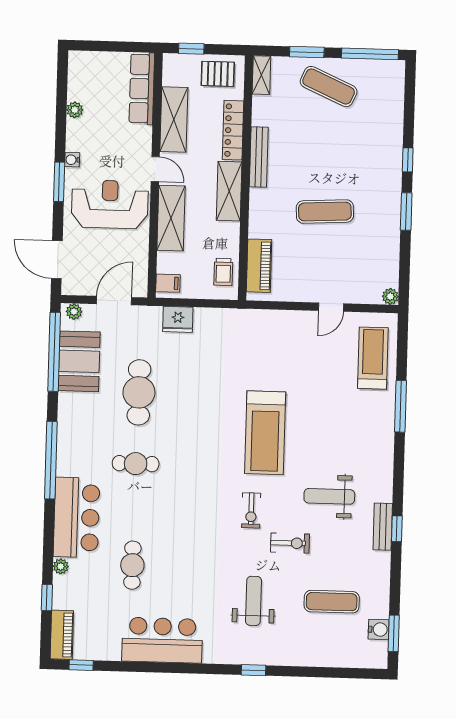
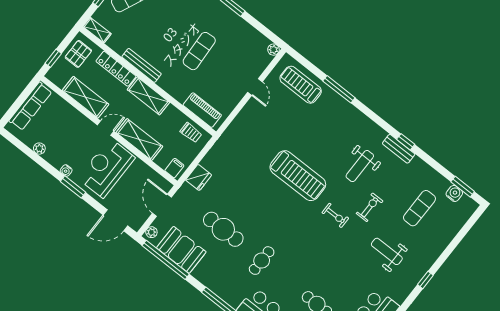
row of seats: (142, 89) -> (30, 106), moved, turned -90

